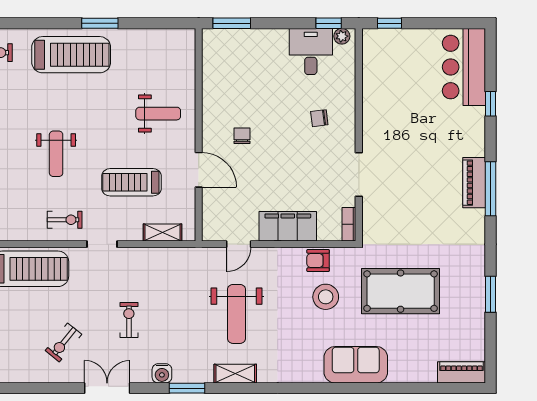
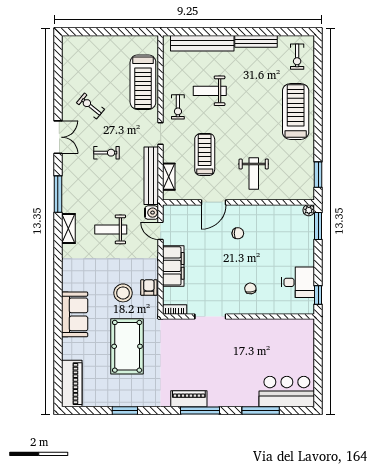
window: (100, 23) -> (318, 175), moved
window: (390, 23) -> (318, 338), removed
plant: (342, 36) -> (309, 210), moved
treadmill: (71, 55) -> (296, 111), turned 180
window: (491, 104) -> (261, 410), width x2.17
weight bench: (56, 154) -> (210, 91), moved
piano: (474, 183) -> (189, 399), moved
bench: (161, 257) -> (151, 176), added
weight bench: (237, 314) -> (111, 229), width x0.73, depth x0.75
piano: (462, 372) -> (72, 384), width x1.37, depth x1.33
water cooler: (162, 373) -> (151, 213), moved, turned 180
window: (187, 388) -> (58, 194), width x1.44

